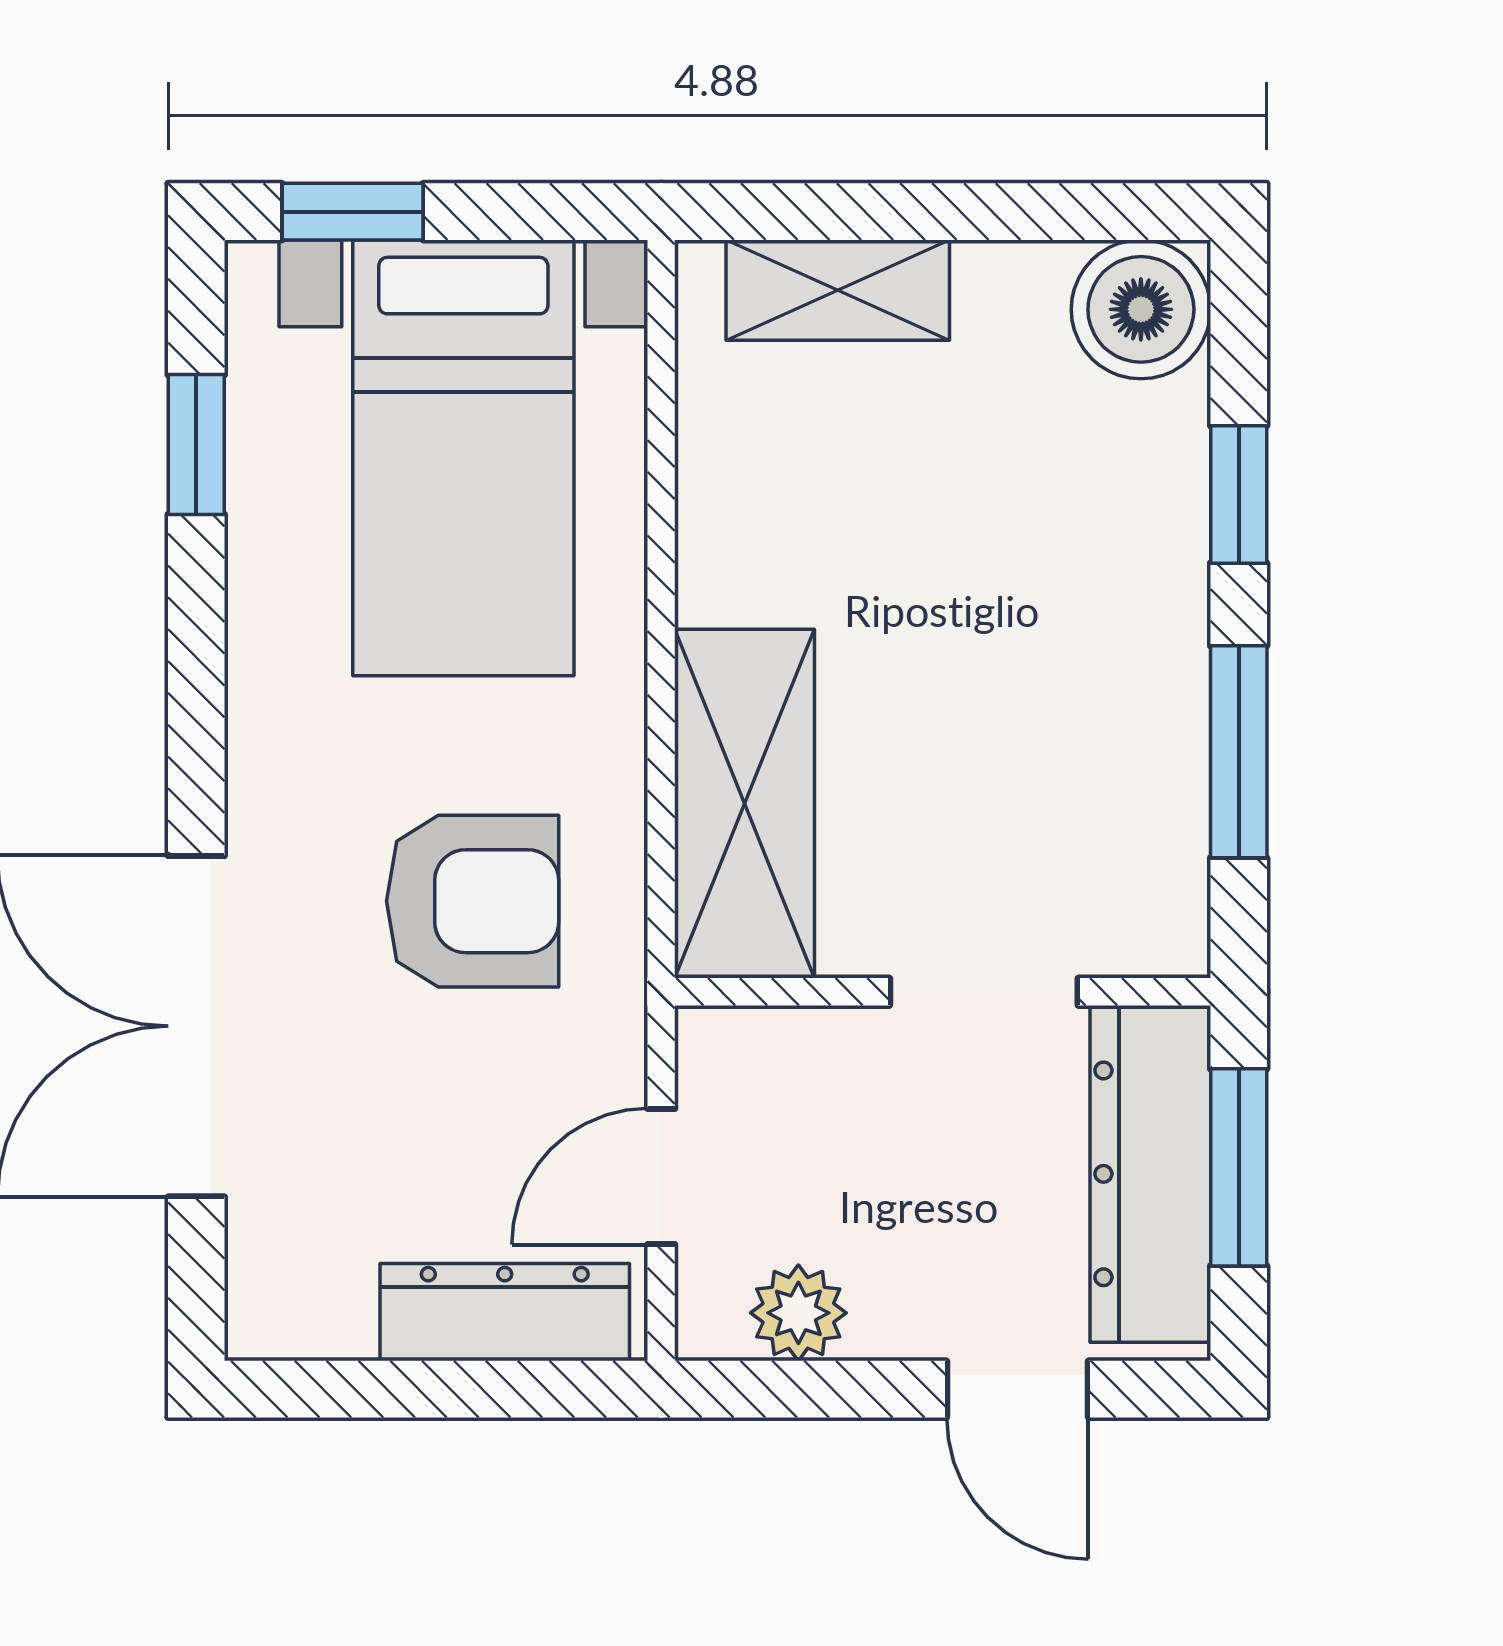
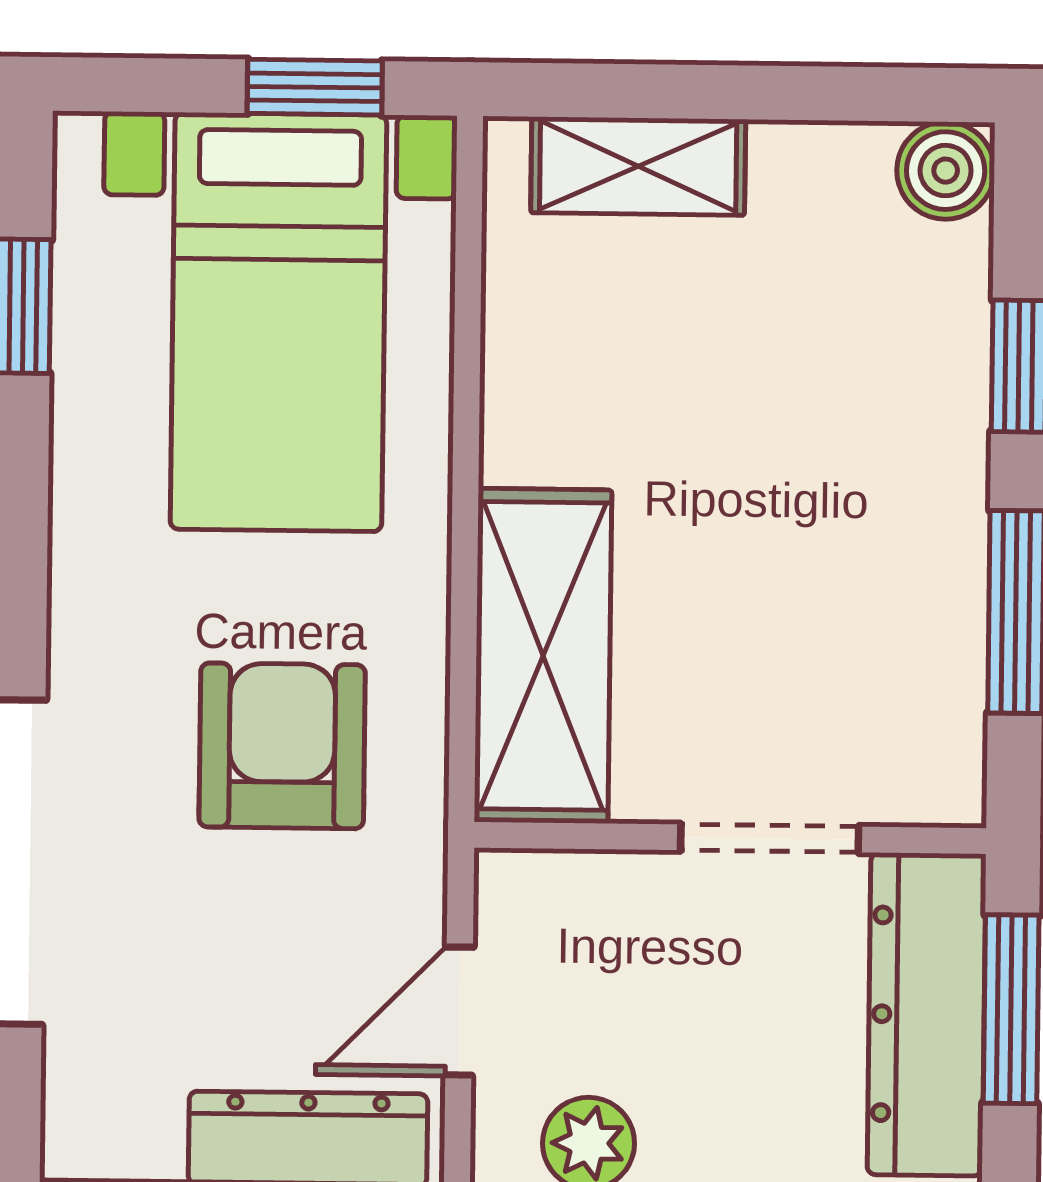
window: (353, 212) -> (315, 87), moved
boiler: (1141, 309) -> (946, 171), width x0.73, depth x0.73
armchair: (473, 901) -> (282, 746), turned -90

